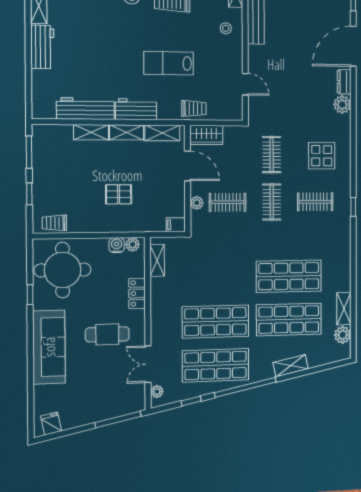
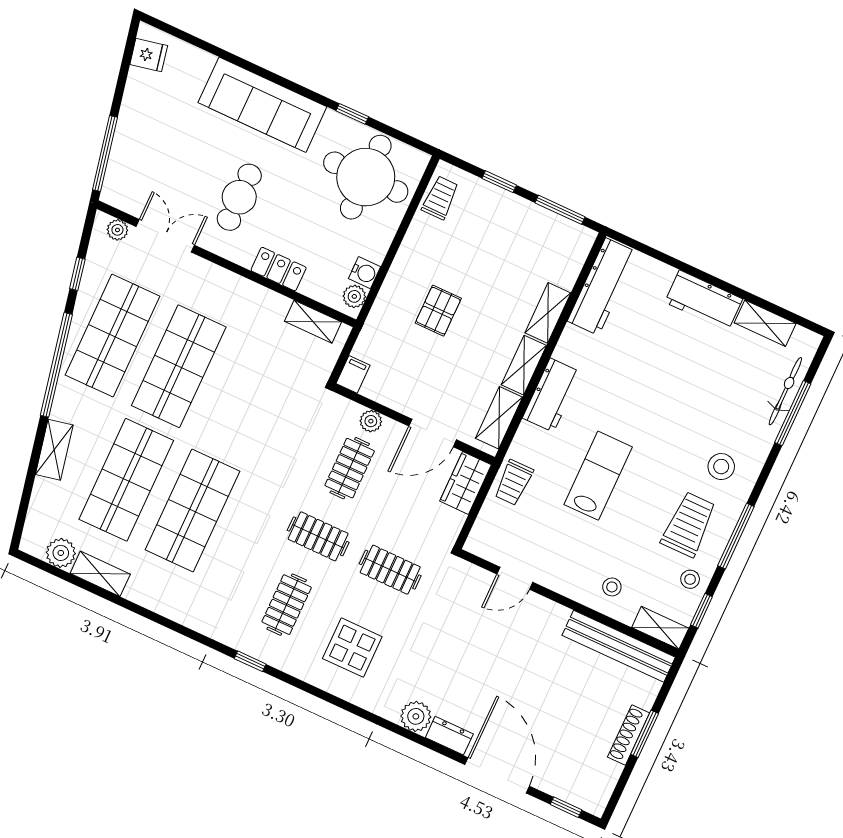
workbench: (85, 109) -> (602, 287), moved

